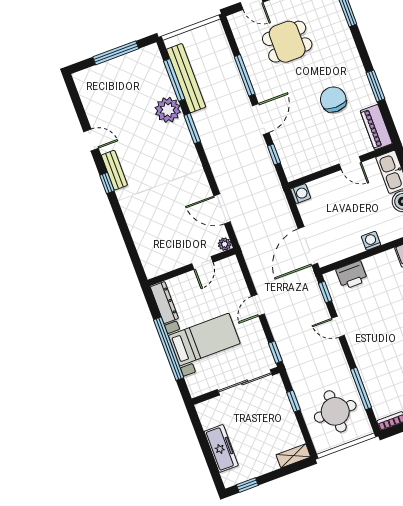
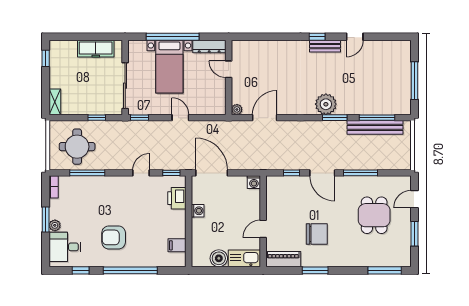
plant: (168, 110) -> (326, 104), moved
washing machine: (371, 241) -> (198, 211), moved
door: (202, 263) -> (229, 69), moved
freezer: (221, 448) -> (96, 49), moved

